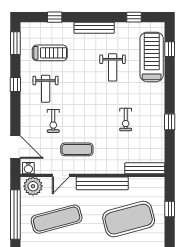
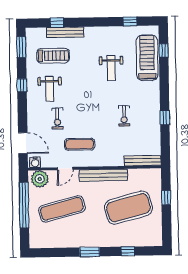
bench: (94, 28) -> (65, 32), moved

